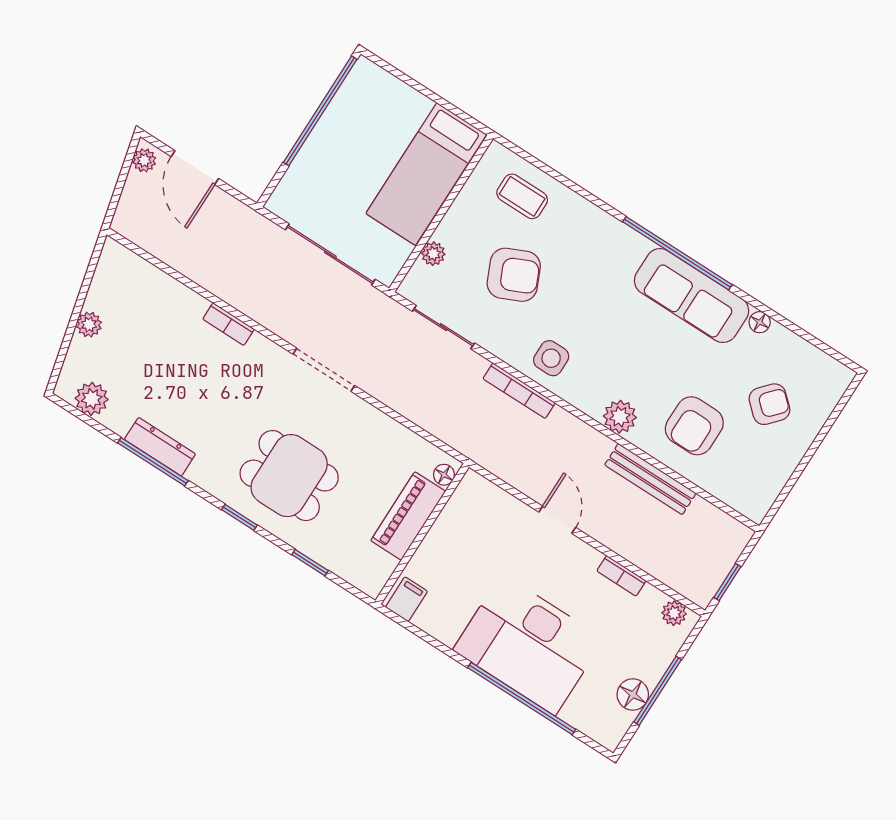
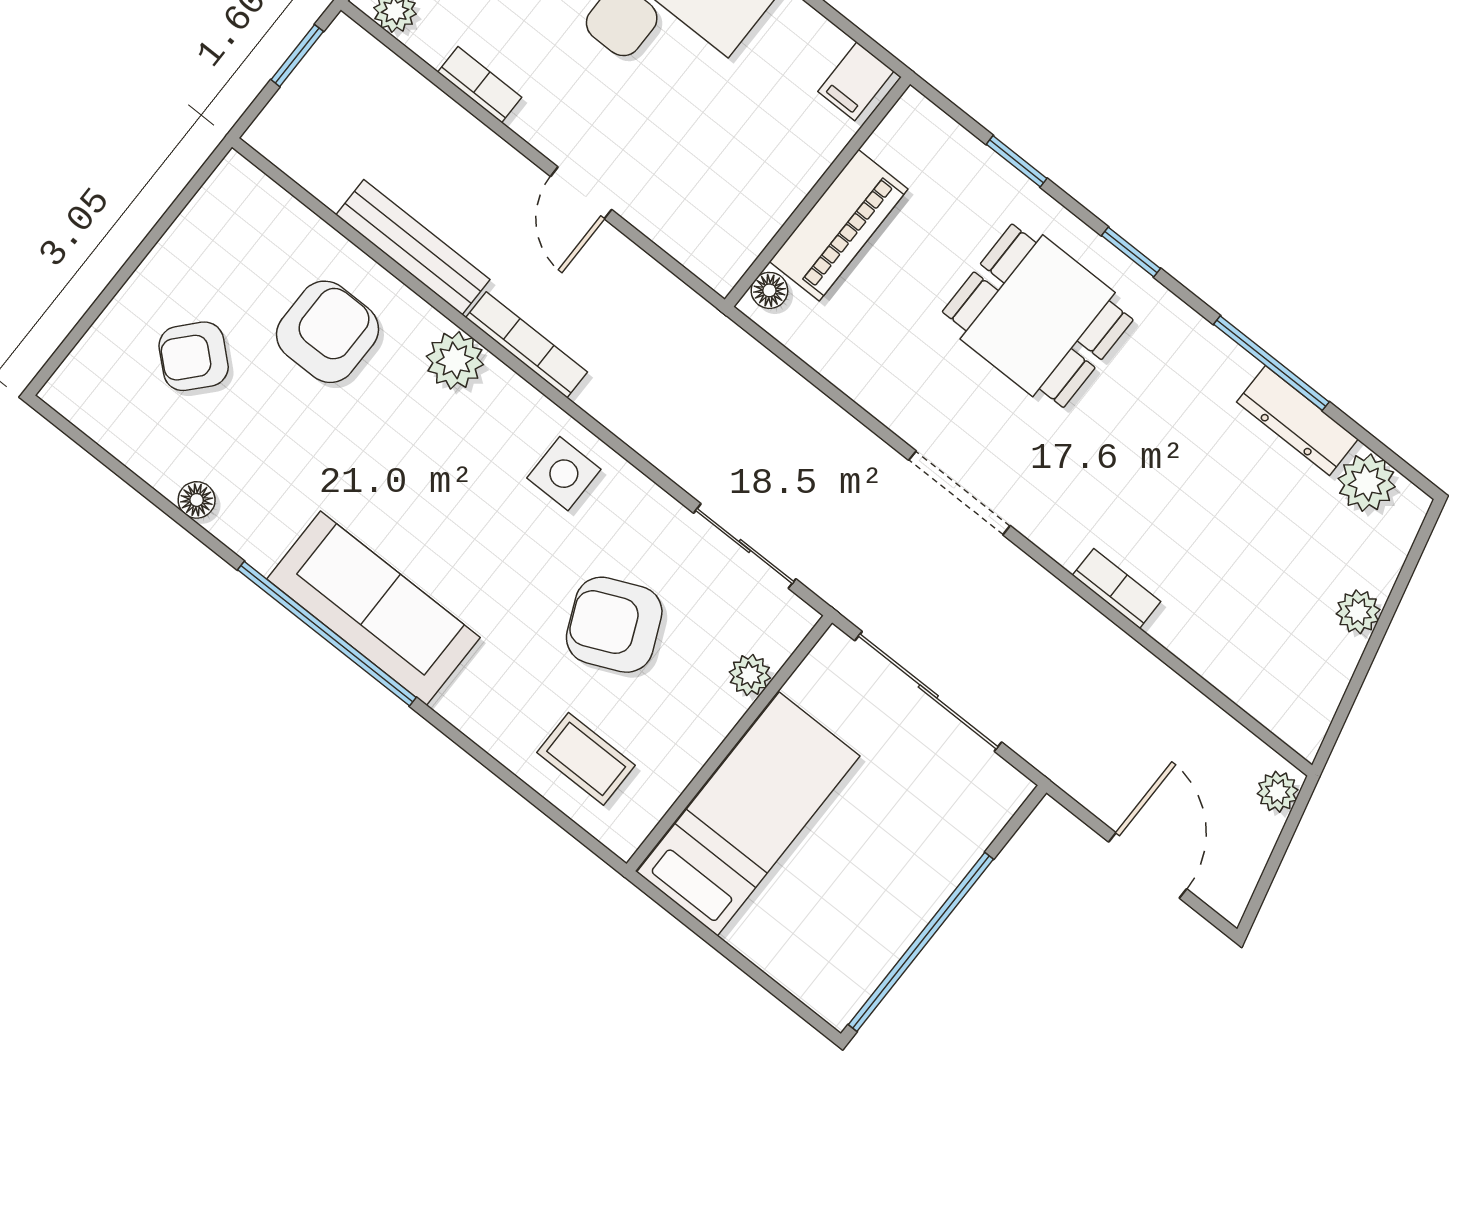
plant: (144, 160) -> (1278, 792), moved
sofa: (692, 296) -> (373, 608), moved
bookcase: (519, 391) -> (527, 345), moved
dresser: (160, 447) -> (1297, 420), moved

